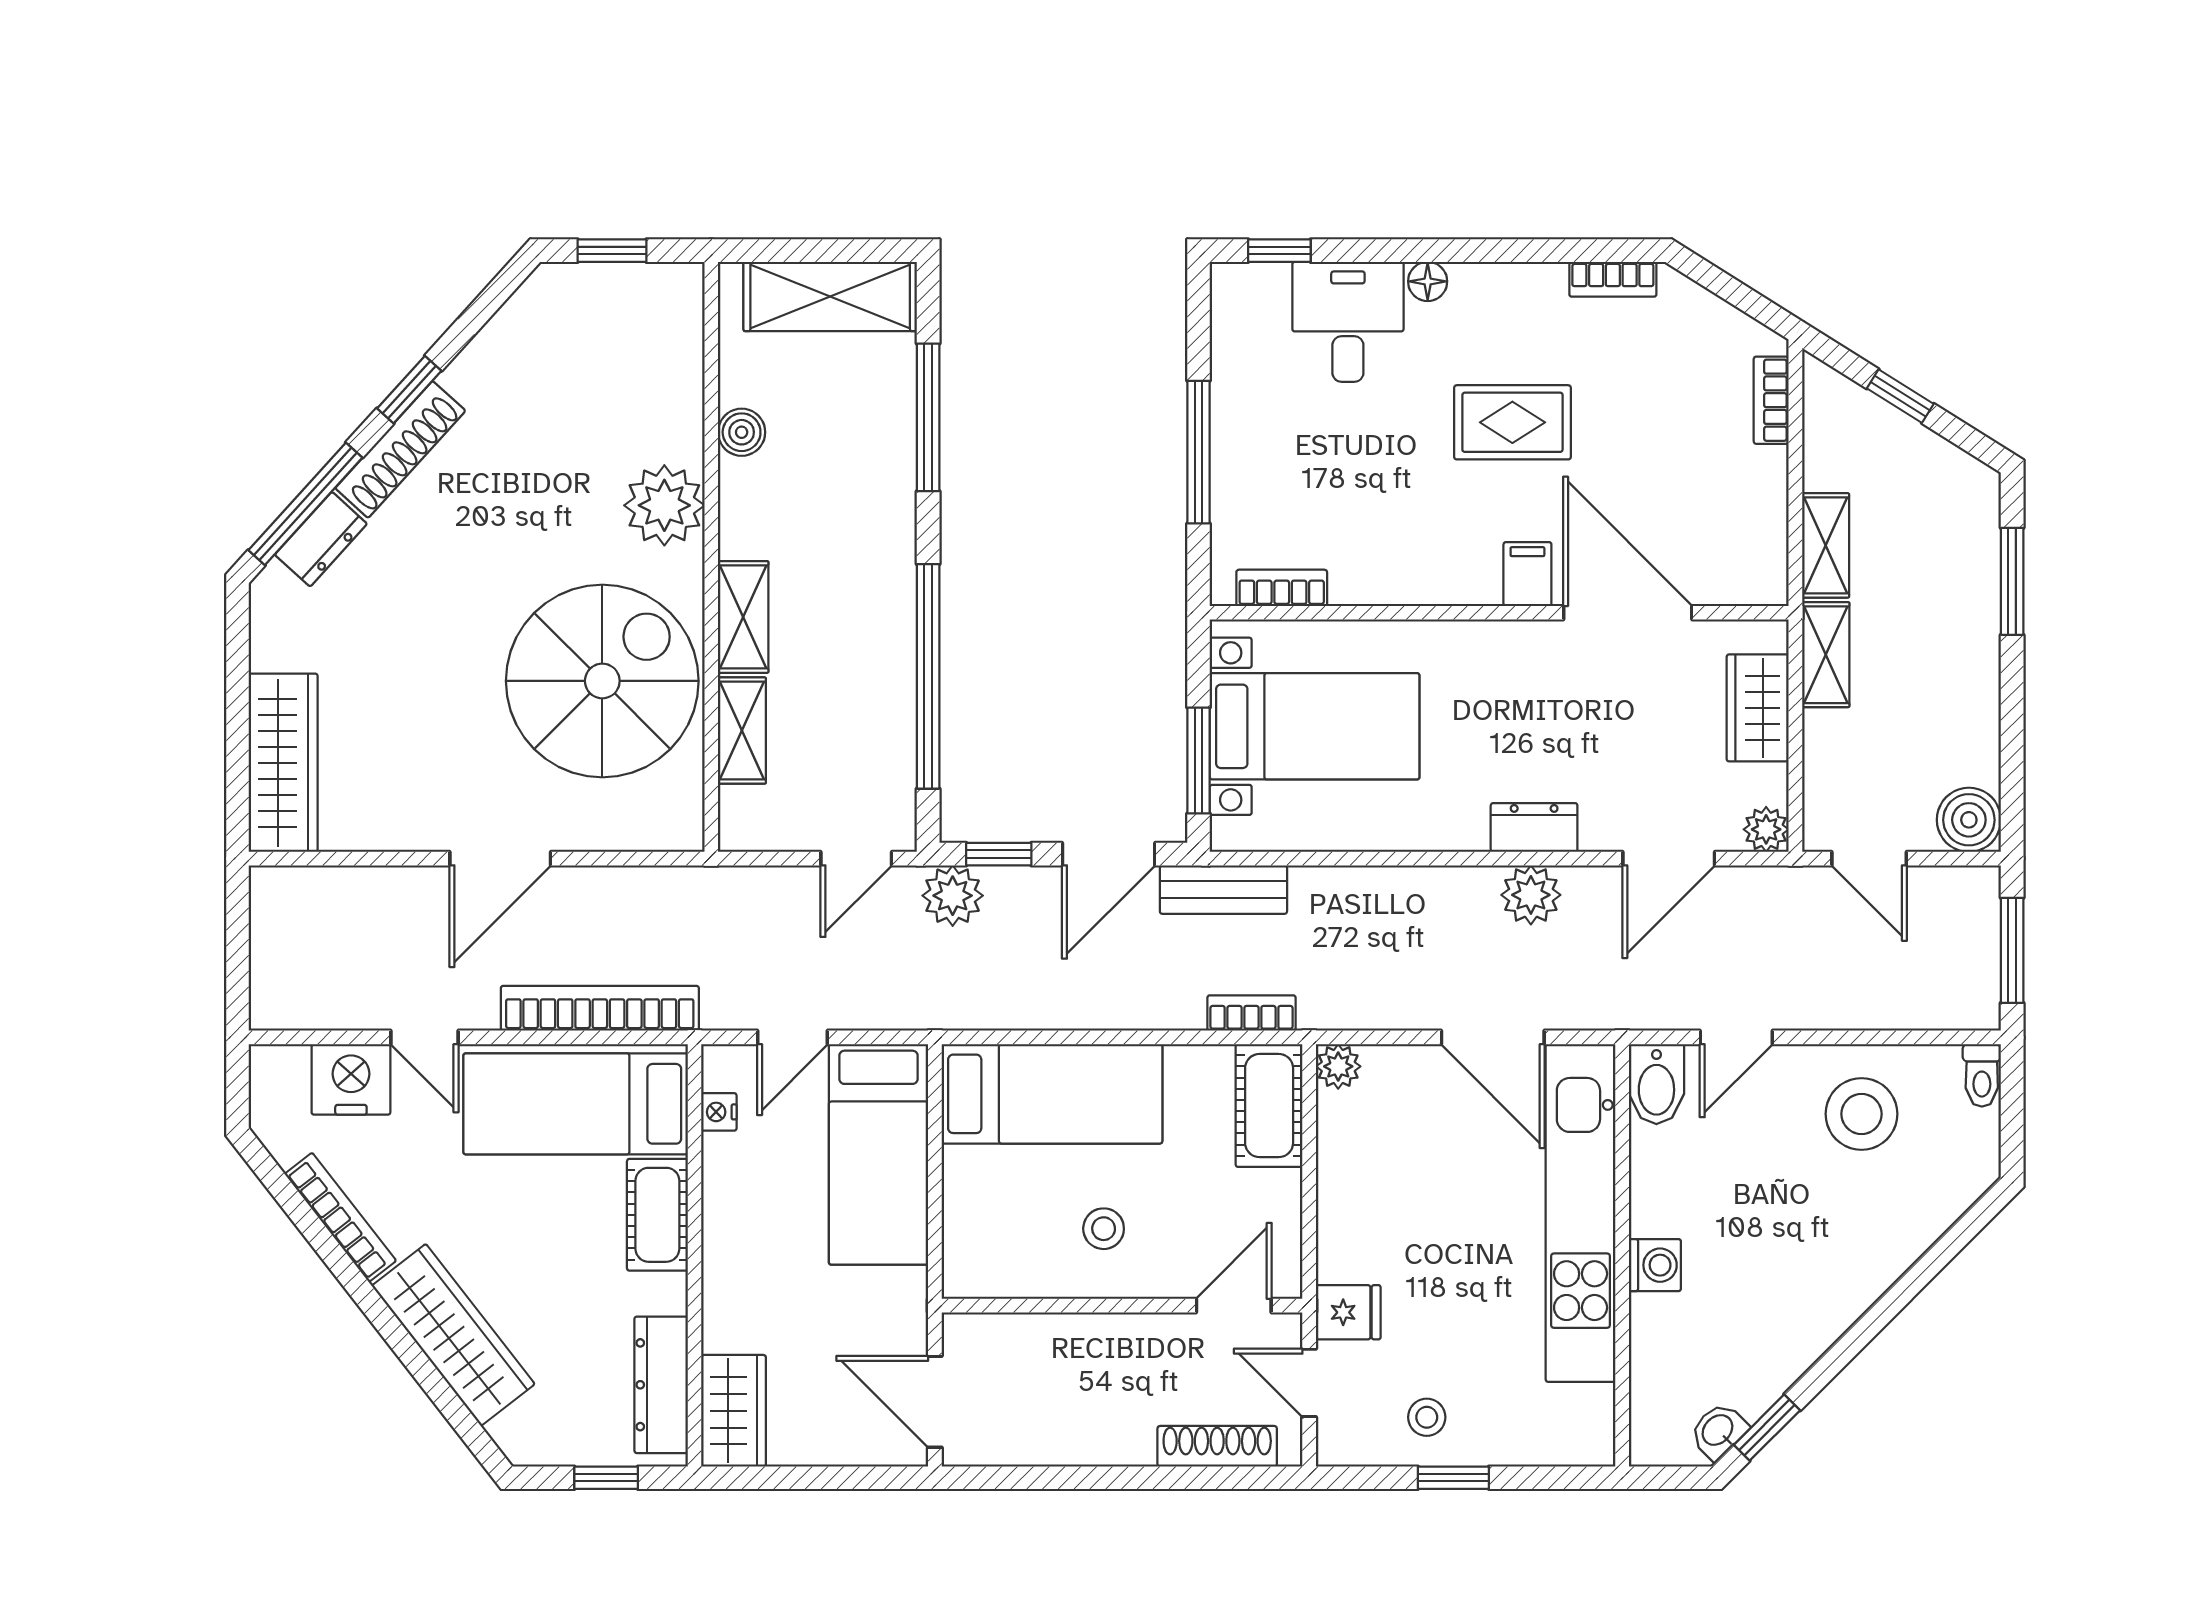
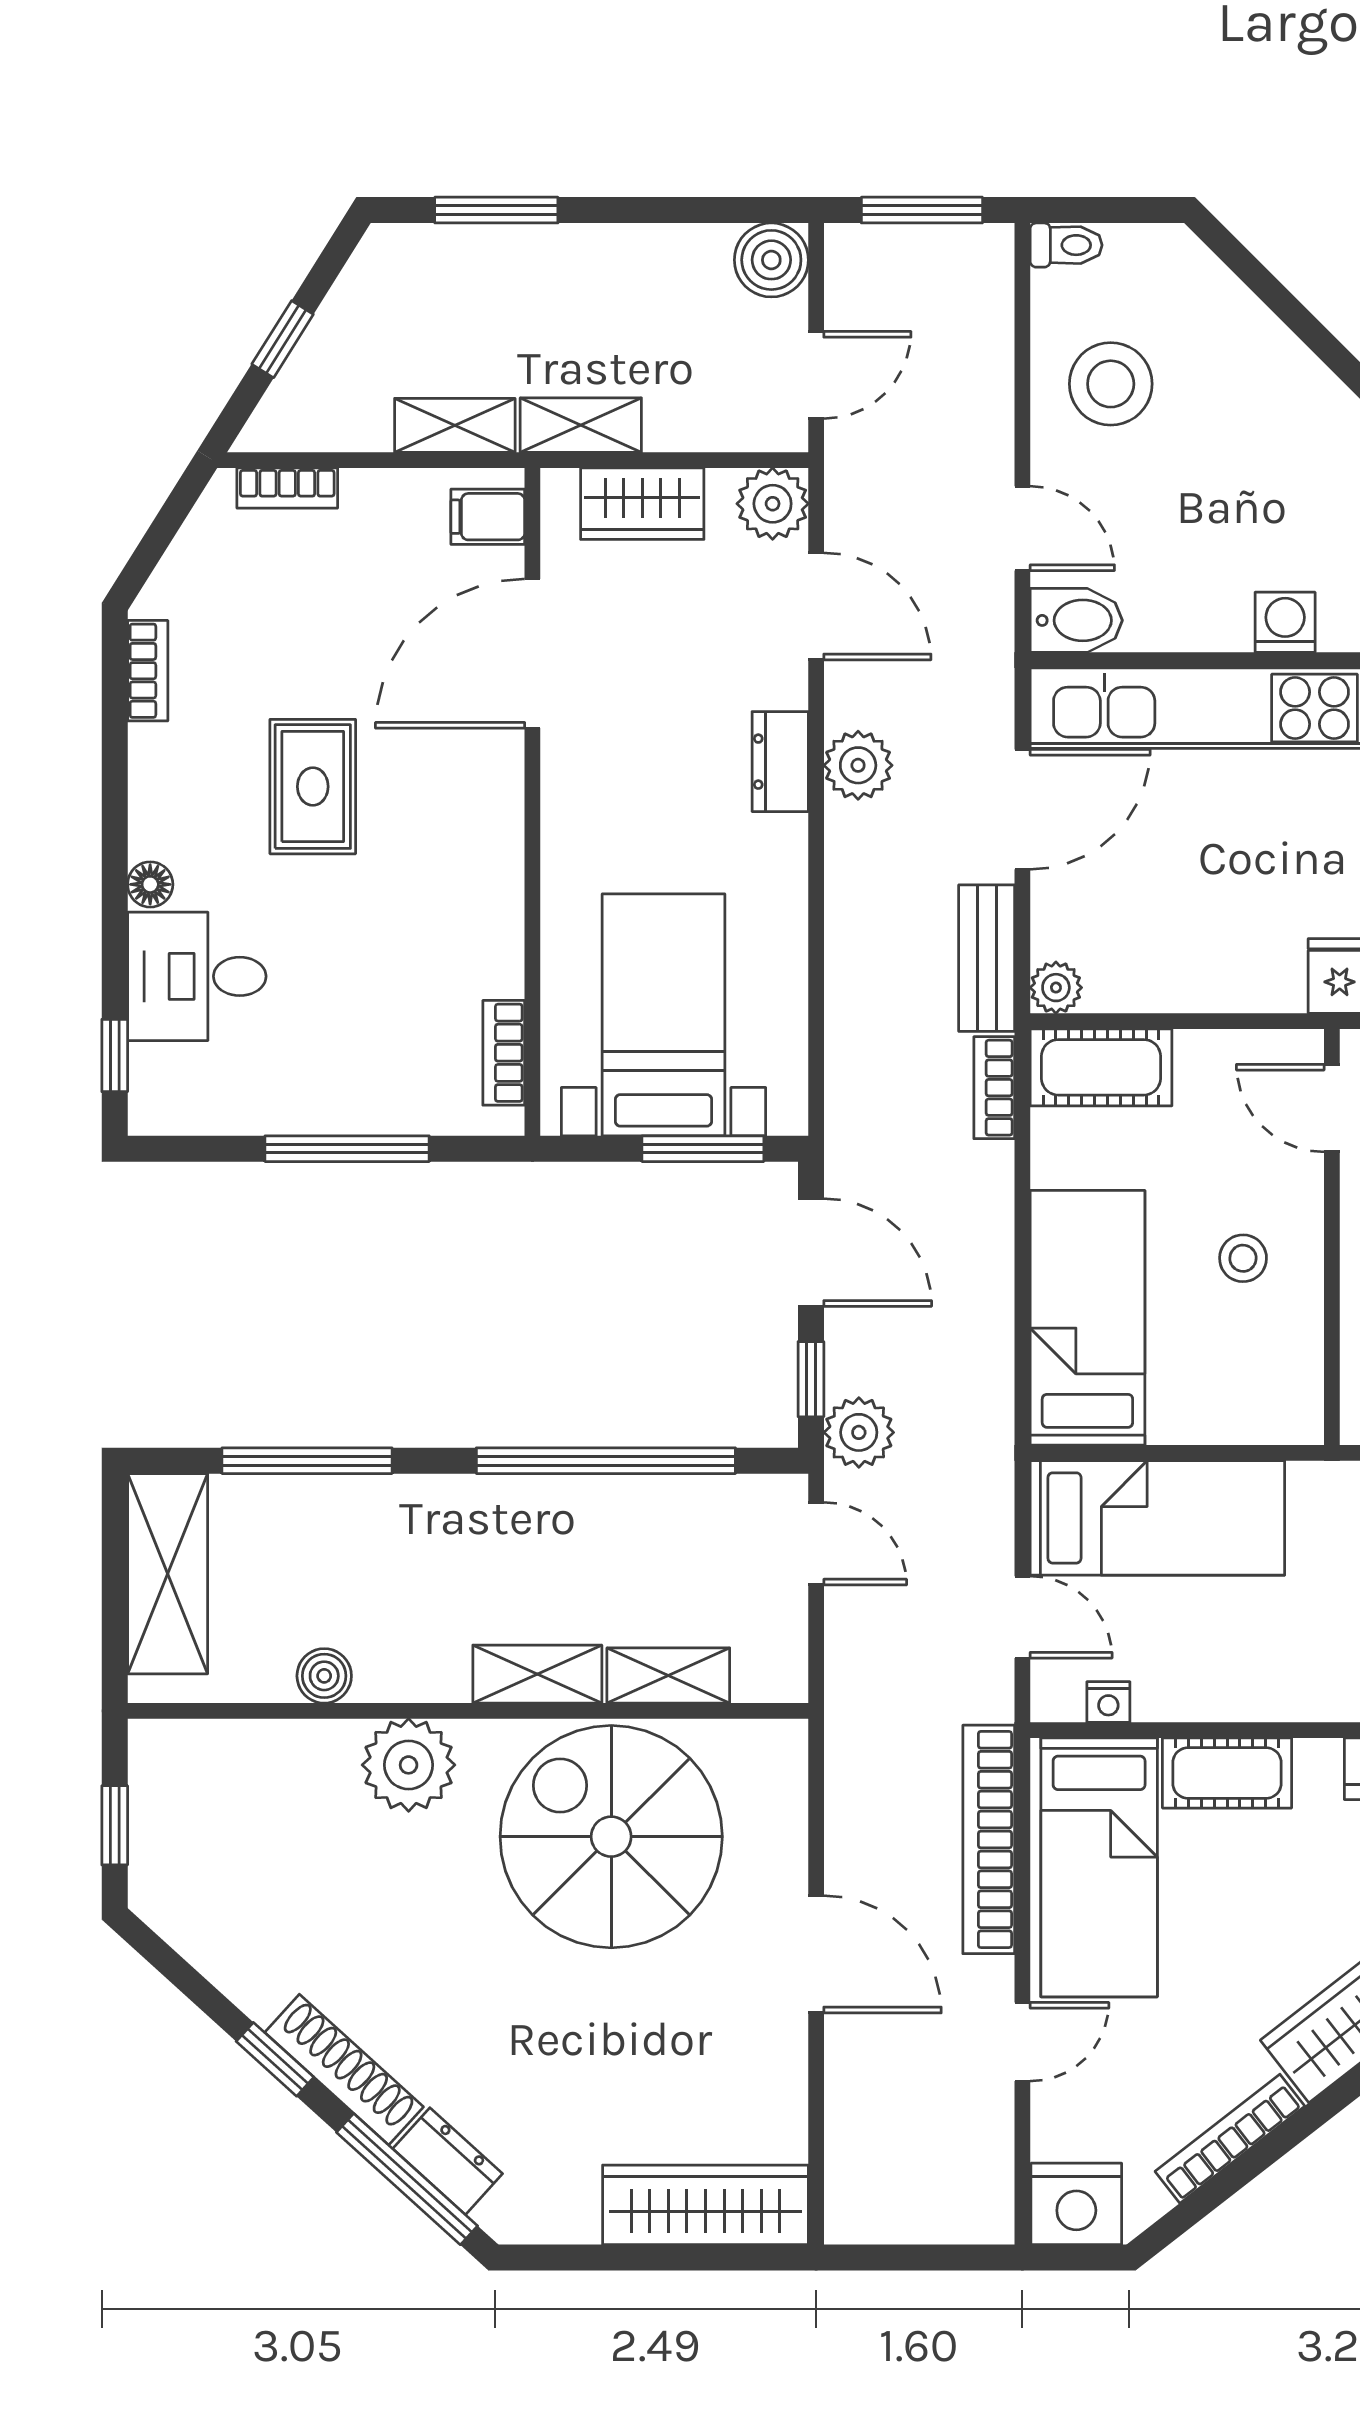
filing cabinet: (1527, 574) -> (488, 517), moved
plant: (1766, 829) -> (773, 504), width x1.38, depth x1.38
bench: (1223, 890) -> (987, 958), moved
nightstand: (351, 1079) -> (1076, 2204), moved, turned -90

